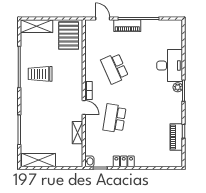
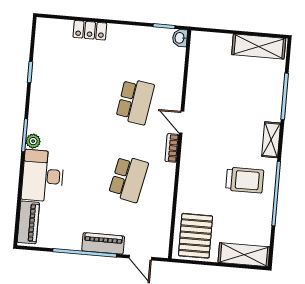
school desk: (115, 68) -> (128, 179), turned 36
shelving: (78, 133) -> (271, 140), moved
piano: (176, 137) -> (28, 222), moved
locker: (124, 161) -> (90, 30), moved

